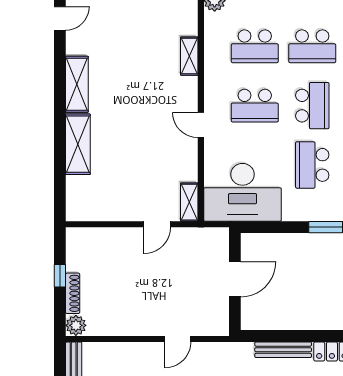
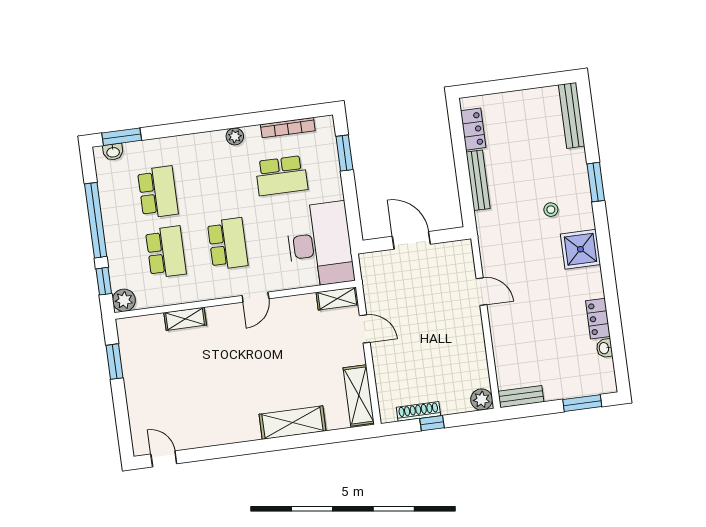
shelving: (77, 84) -> (359, 395), moved, turned 90
school desk: (312, 106) -> (220, 184), removed
shoe rack: (73, 293) -> (418, 411), moved

